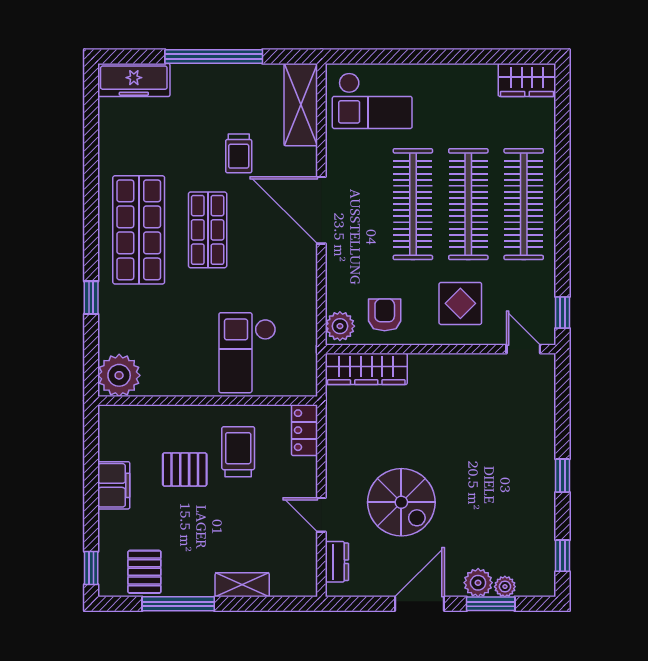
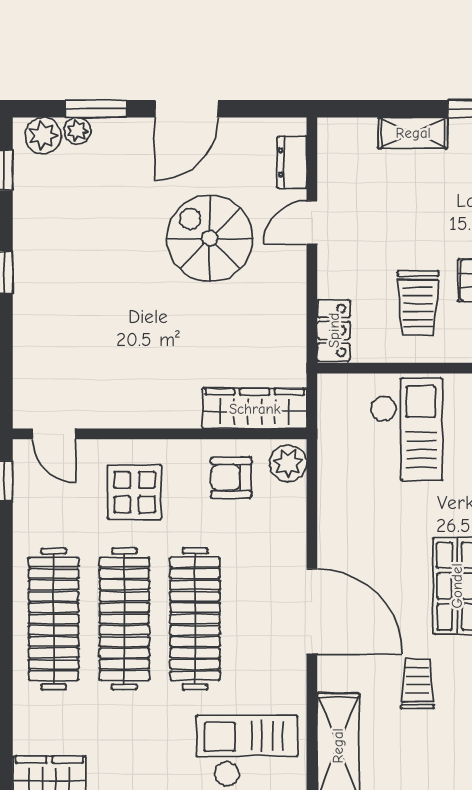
armchair: (385, 315) -> (231, 478), turned 90
door: (321, 515) -> (312, 222), swing flipped
plant: (478, 583) -> (43, 136), moved

